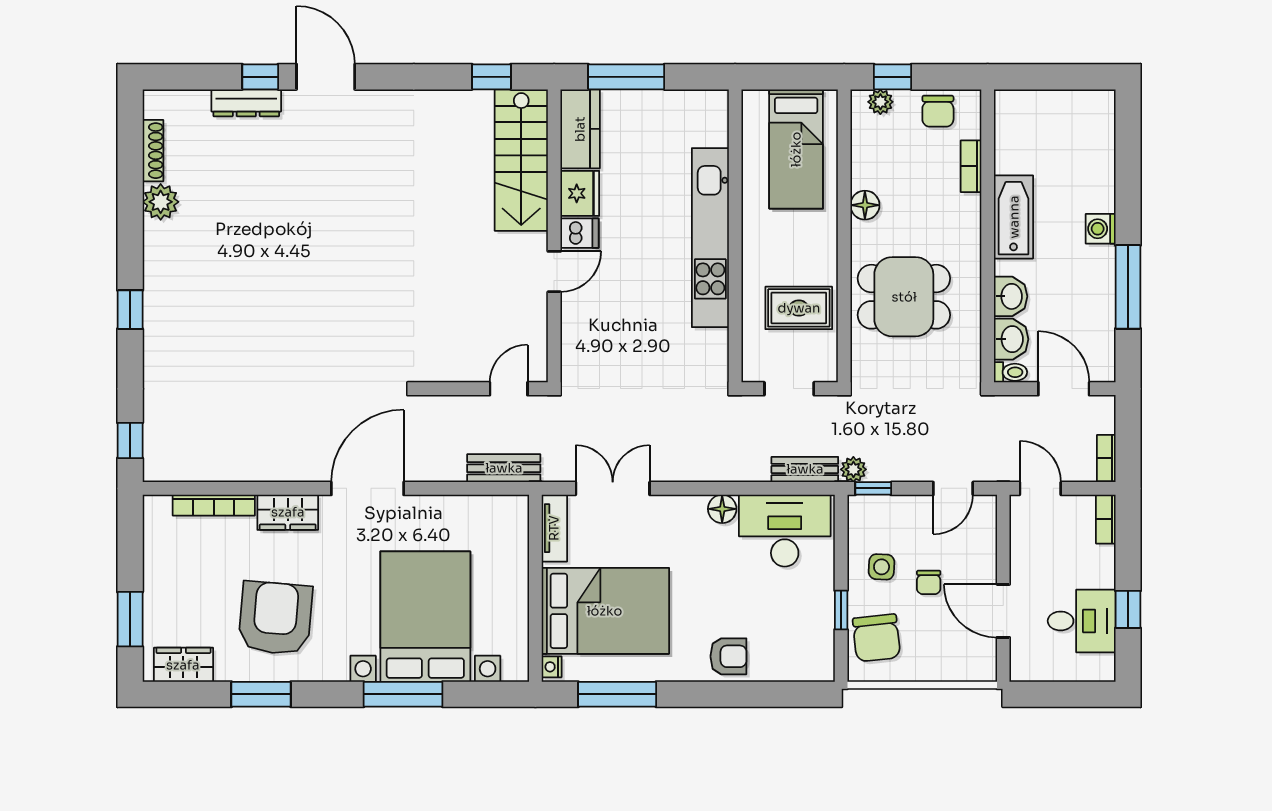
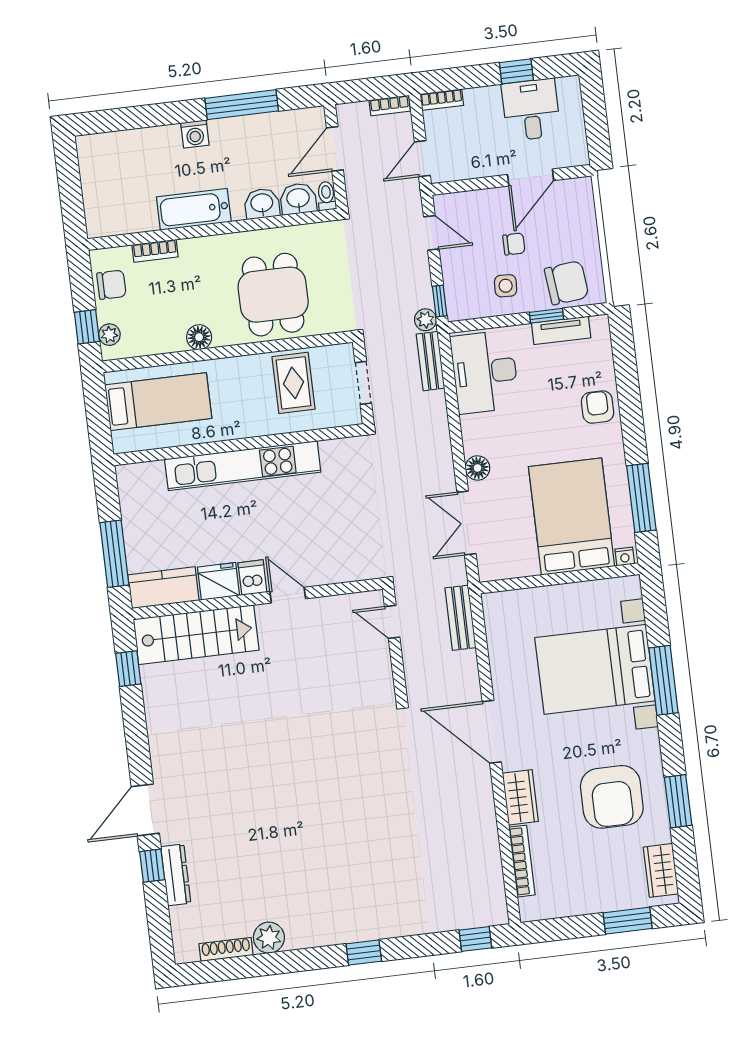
floor lamp: (722, 509) -> (478, 468), moved
tv unit: (554, 528) -> (561, 330), moved, turned 180
armchair: (275, 618) -> (612, 797), turned -95

